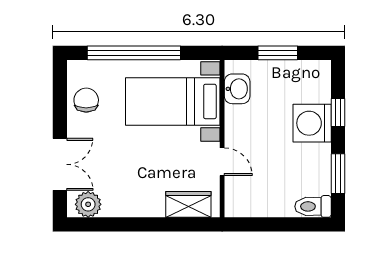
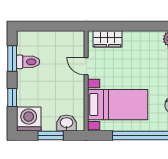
washbasin: (237, 89) -> (66, 123), moved, turned 90
washing machine: (312, 123) -> (29, 119), moved, turned -90
toilet: (313, 206) -> (28, 62), moved

